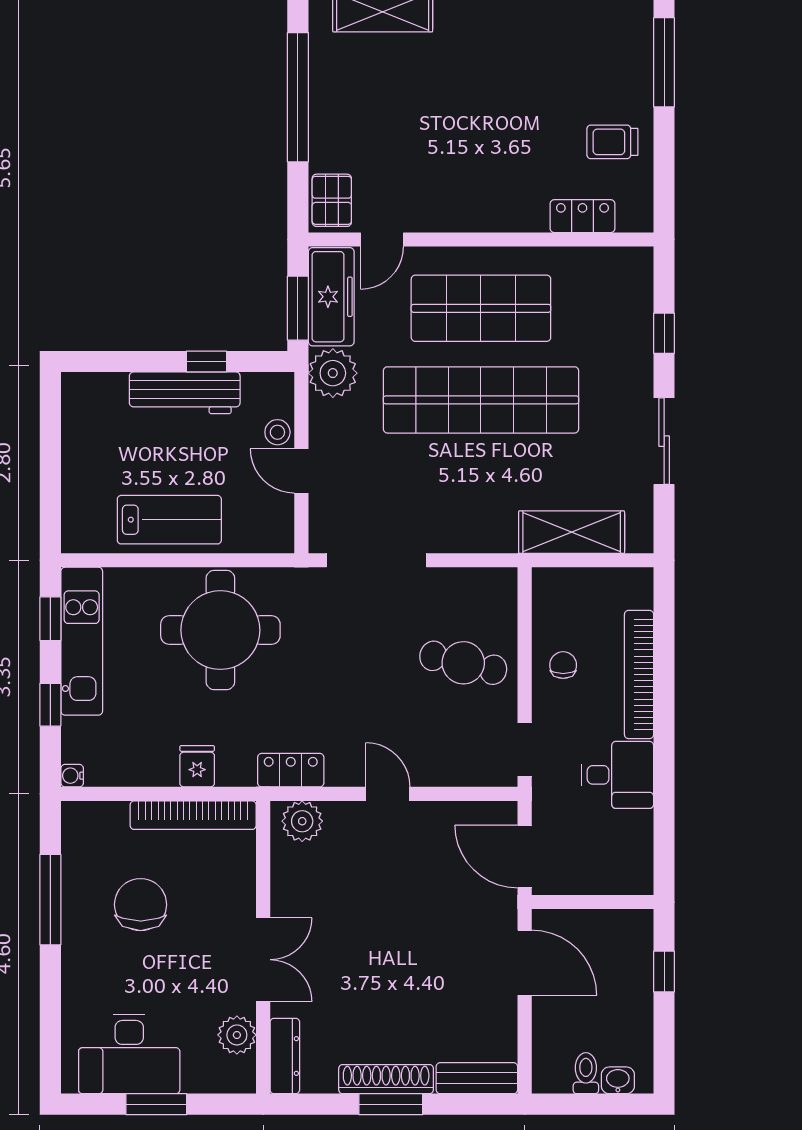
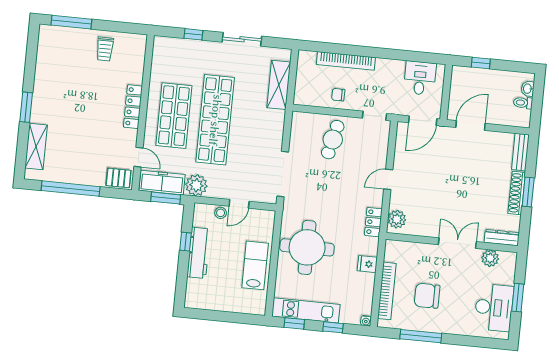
locker: (582, 216) -> (133, 107), moved, width x1.53
desk: (617, 775) -> (420, 78), moved
bookcase: (193, 815) -> (387, 291), moved

